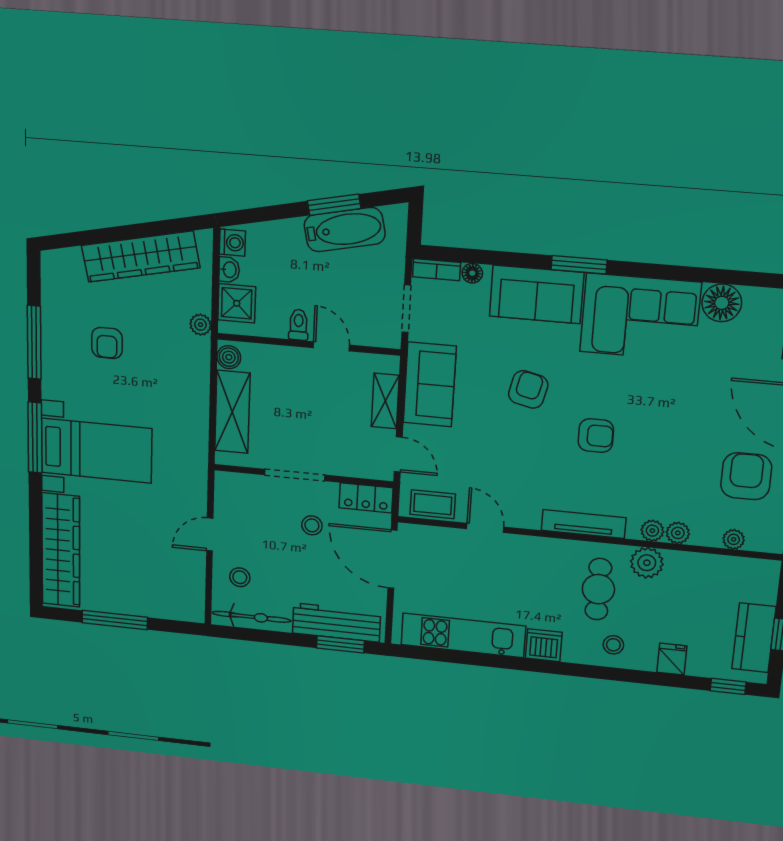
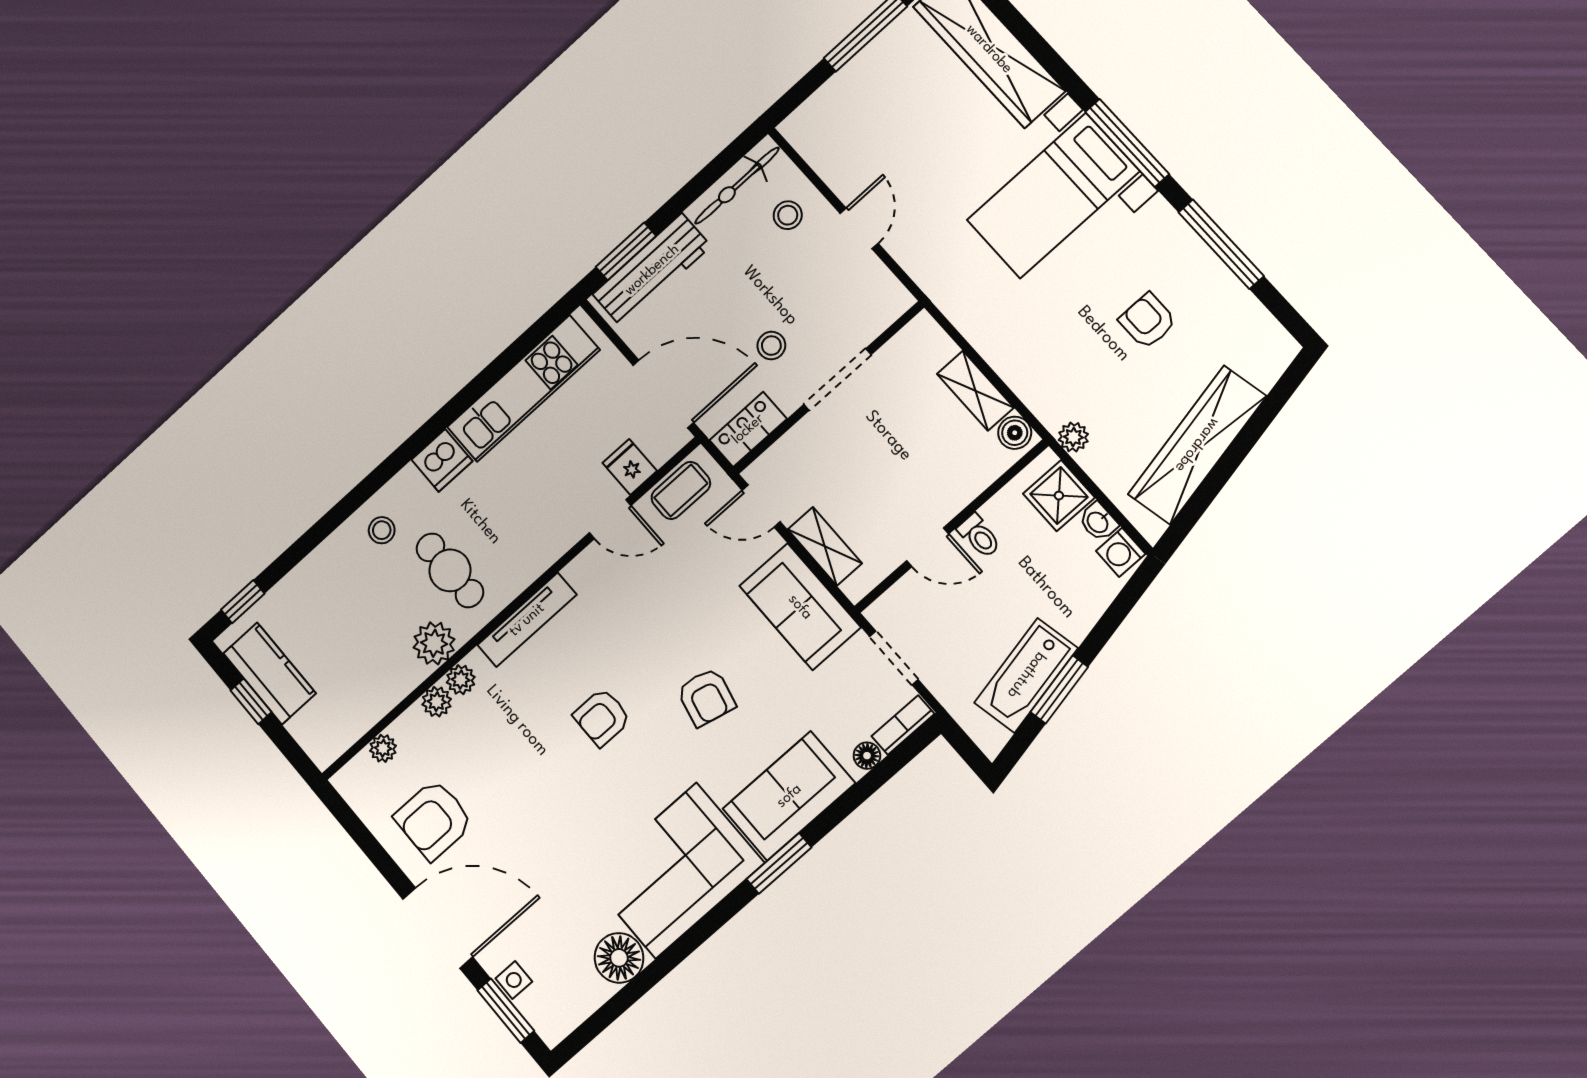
shelving: (232, 412) -> (975, 391), width x0.67, depth x0.75
armchair: (746, 476) -> (434, 820), turned 90
fridge: (672, 659) -> (630, 467), moved, turned 180

